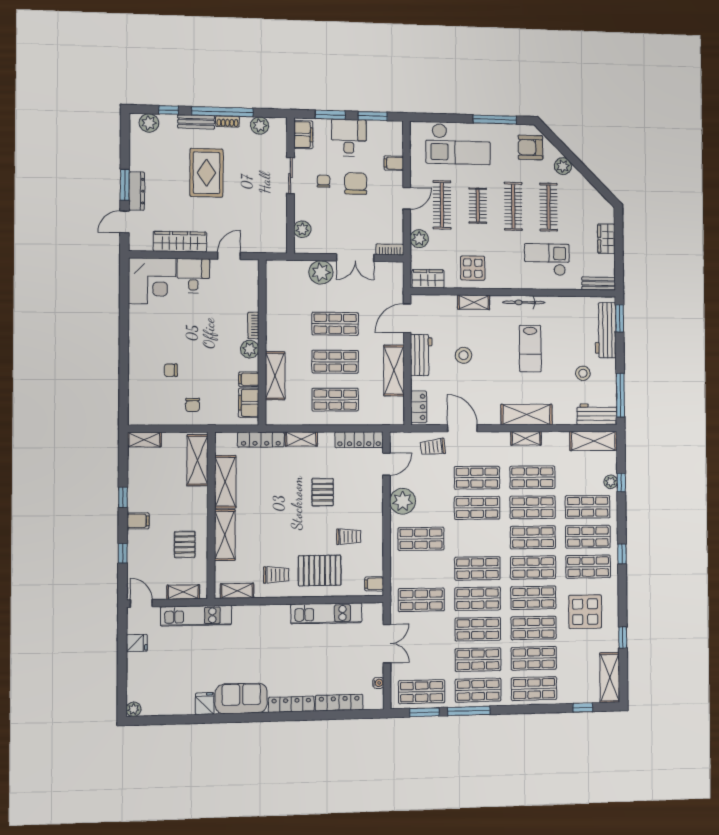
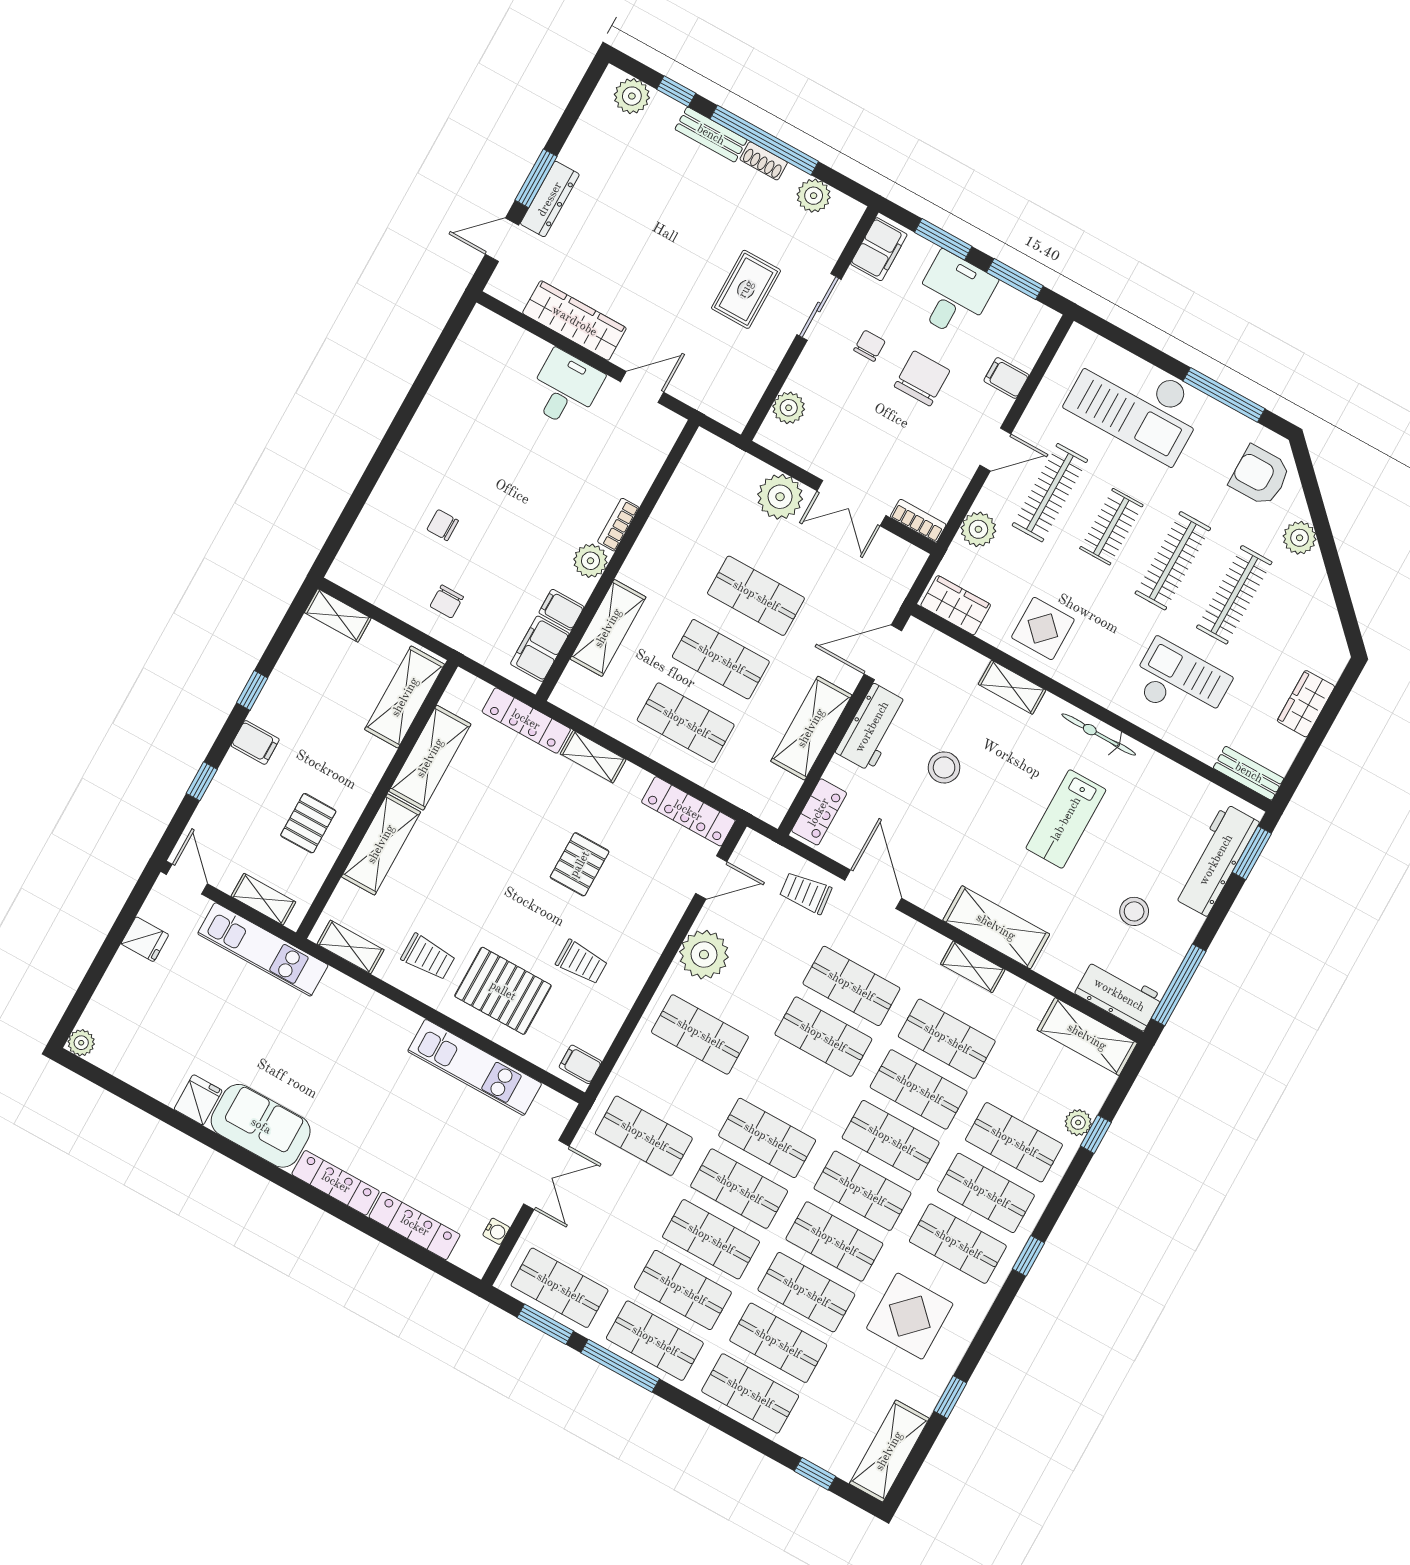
rug: (206, 173) -> (746, 289), moved, width x0.73, depth x0.70
corner desk: (152, 281) -> (493, 362), removed

